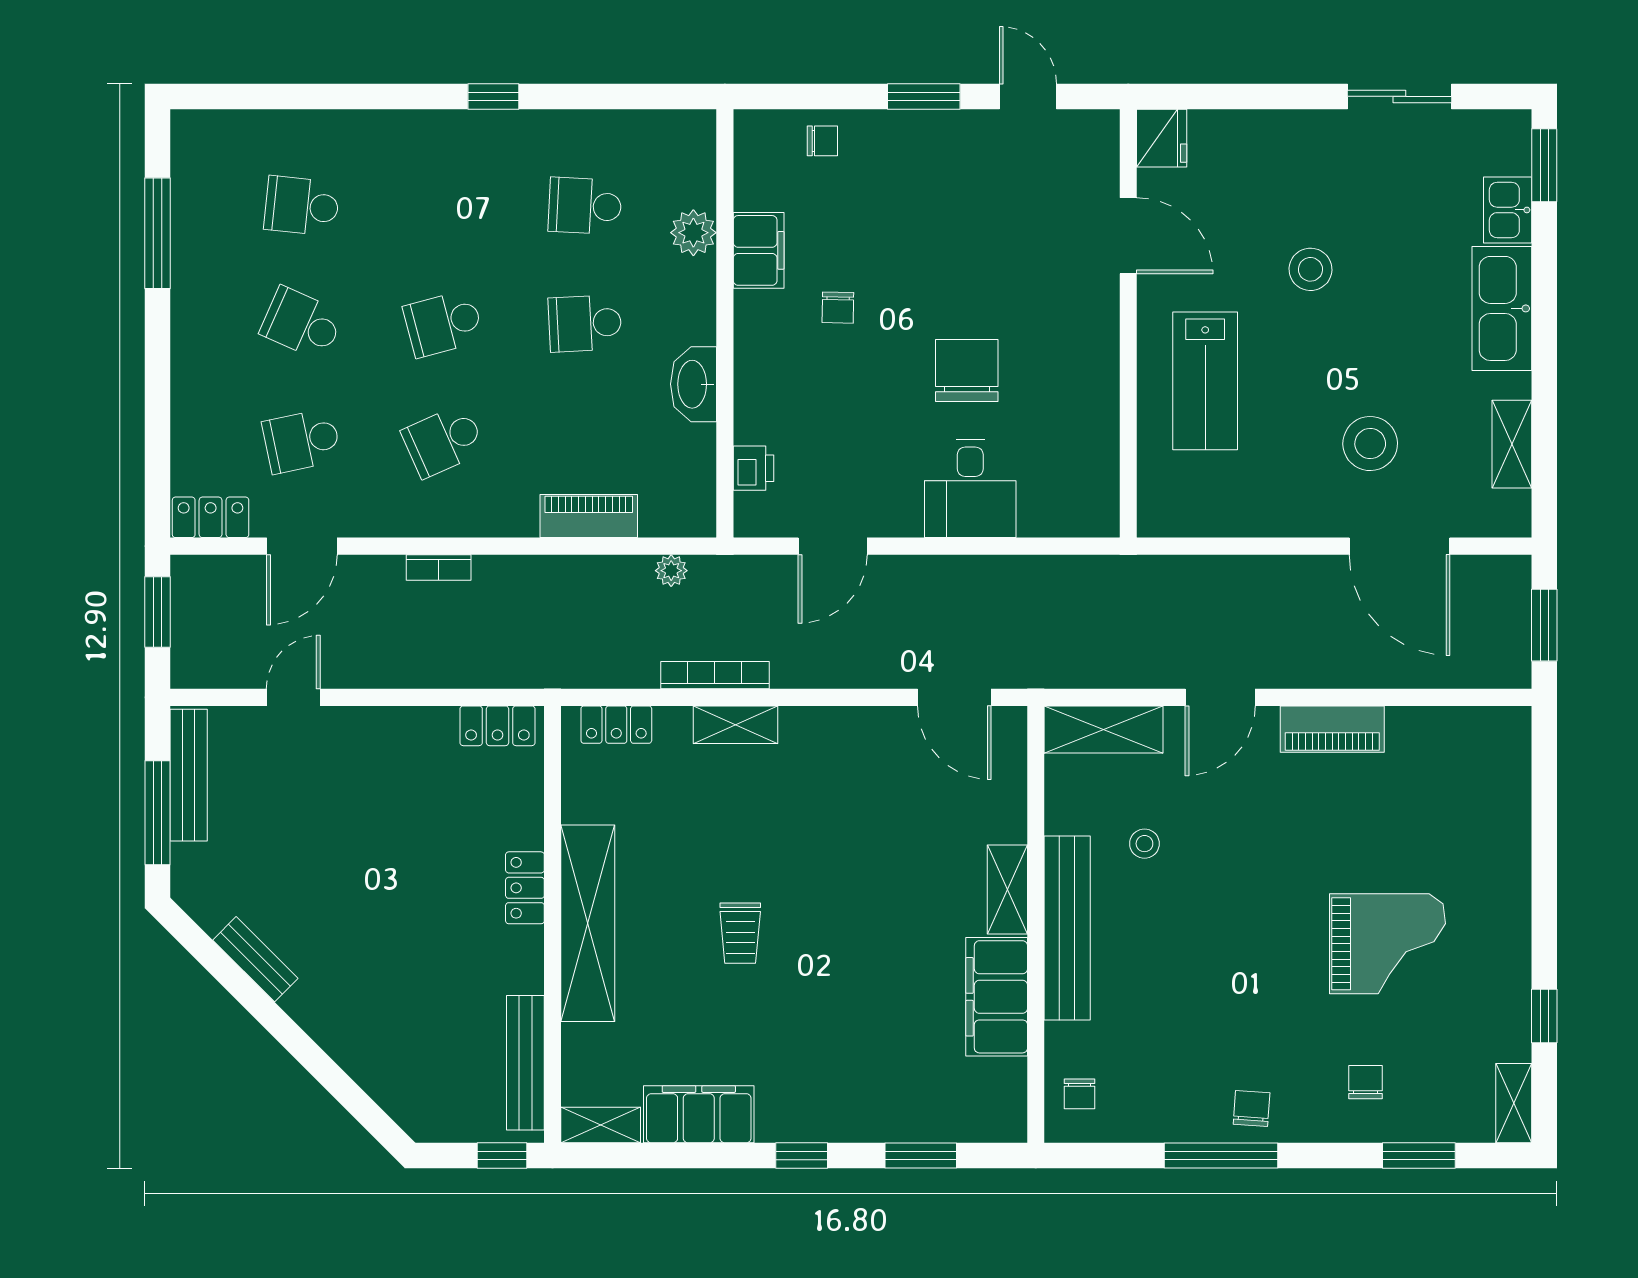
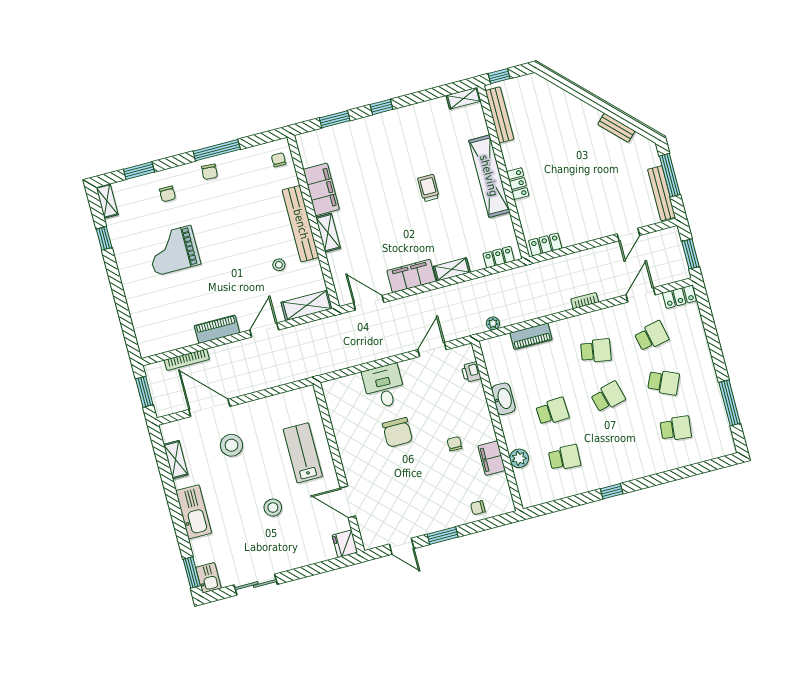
kitchen sink: (1508, 210) -> (208, 578), moved
school desk: (443, 441) -> (596, 351), turned 33
bookcase: (715, 675) -> (187, 360), moved
filing cabinet: (699, 1114) -> (411, 276), moved, turned 180

